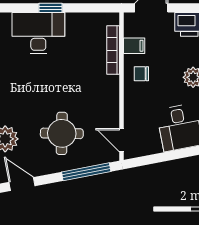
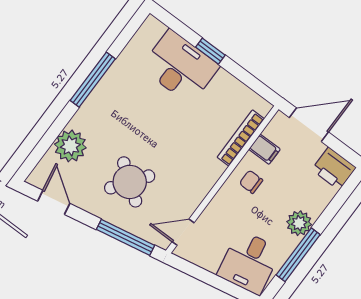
round table: (62, 133) -> (130, 182), turned 35
door: (122, 140) -> (183, 232), hinge flipped

